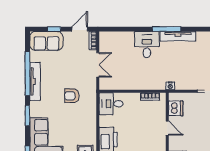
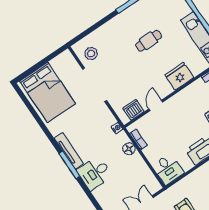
floor lamp: (148, 84) -> (129, 149), added

